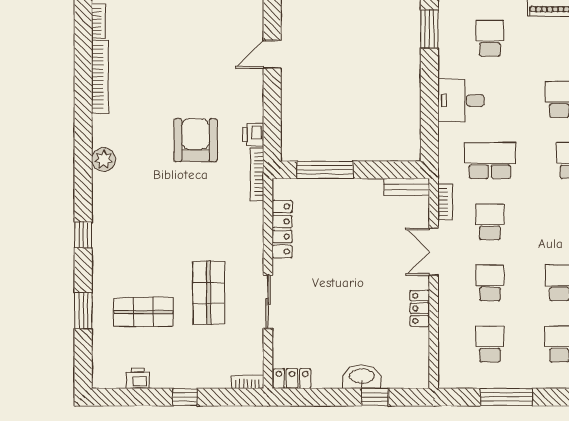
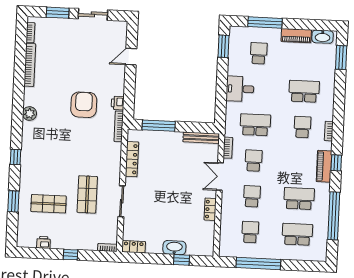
bench: (407, 187) -> (201, 138), width x1.36
window: (506, 397) -> (258, 263), width x1.46

